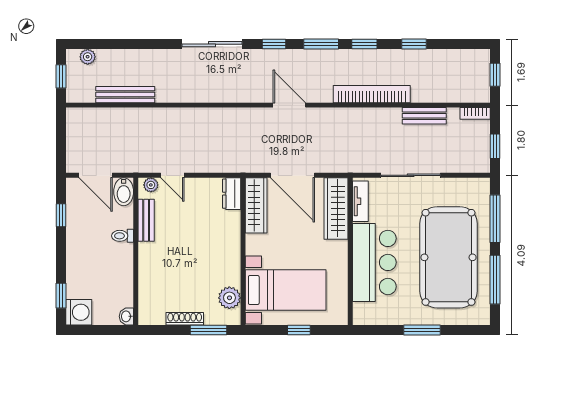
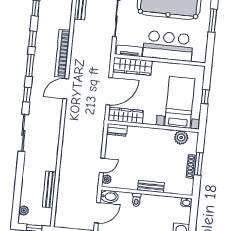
bookcase: (372, 94) -> (62, 53), moved
bench: (146, 220) -> (151, 187), moved
window: (208, 330) -> (199, 164), moved

